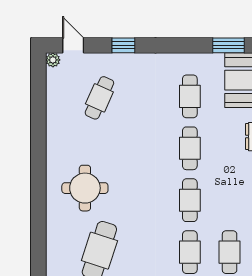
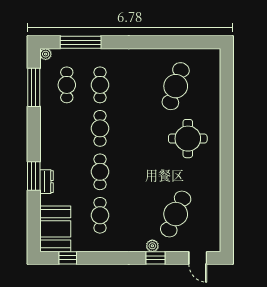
window: (228, 45) -> (68, 258), width x0.67
plant: (53, 60) -> (152, 246), moved
cafe table: (99, 98) -> (176, 214), width x1.37, depth x1.35

